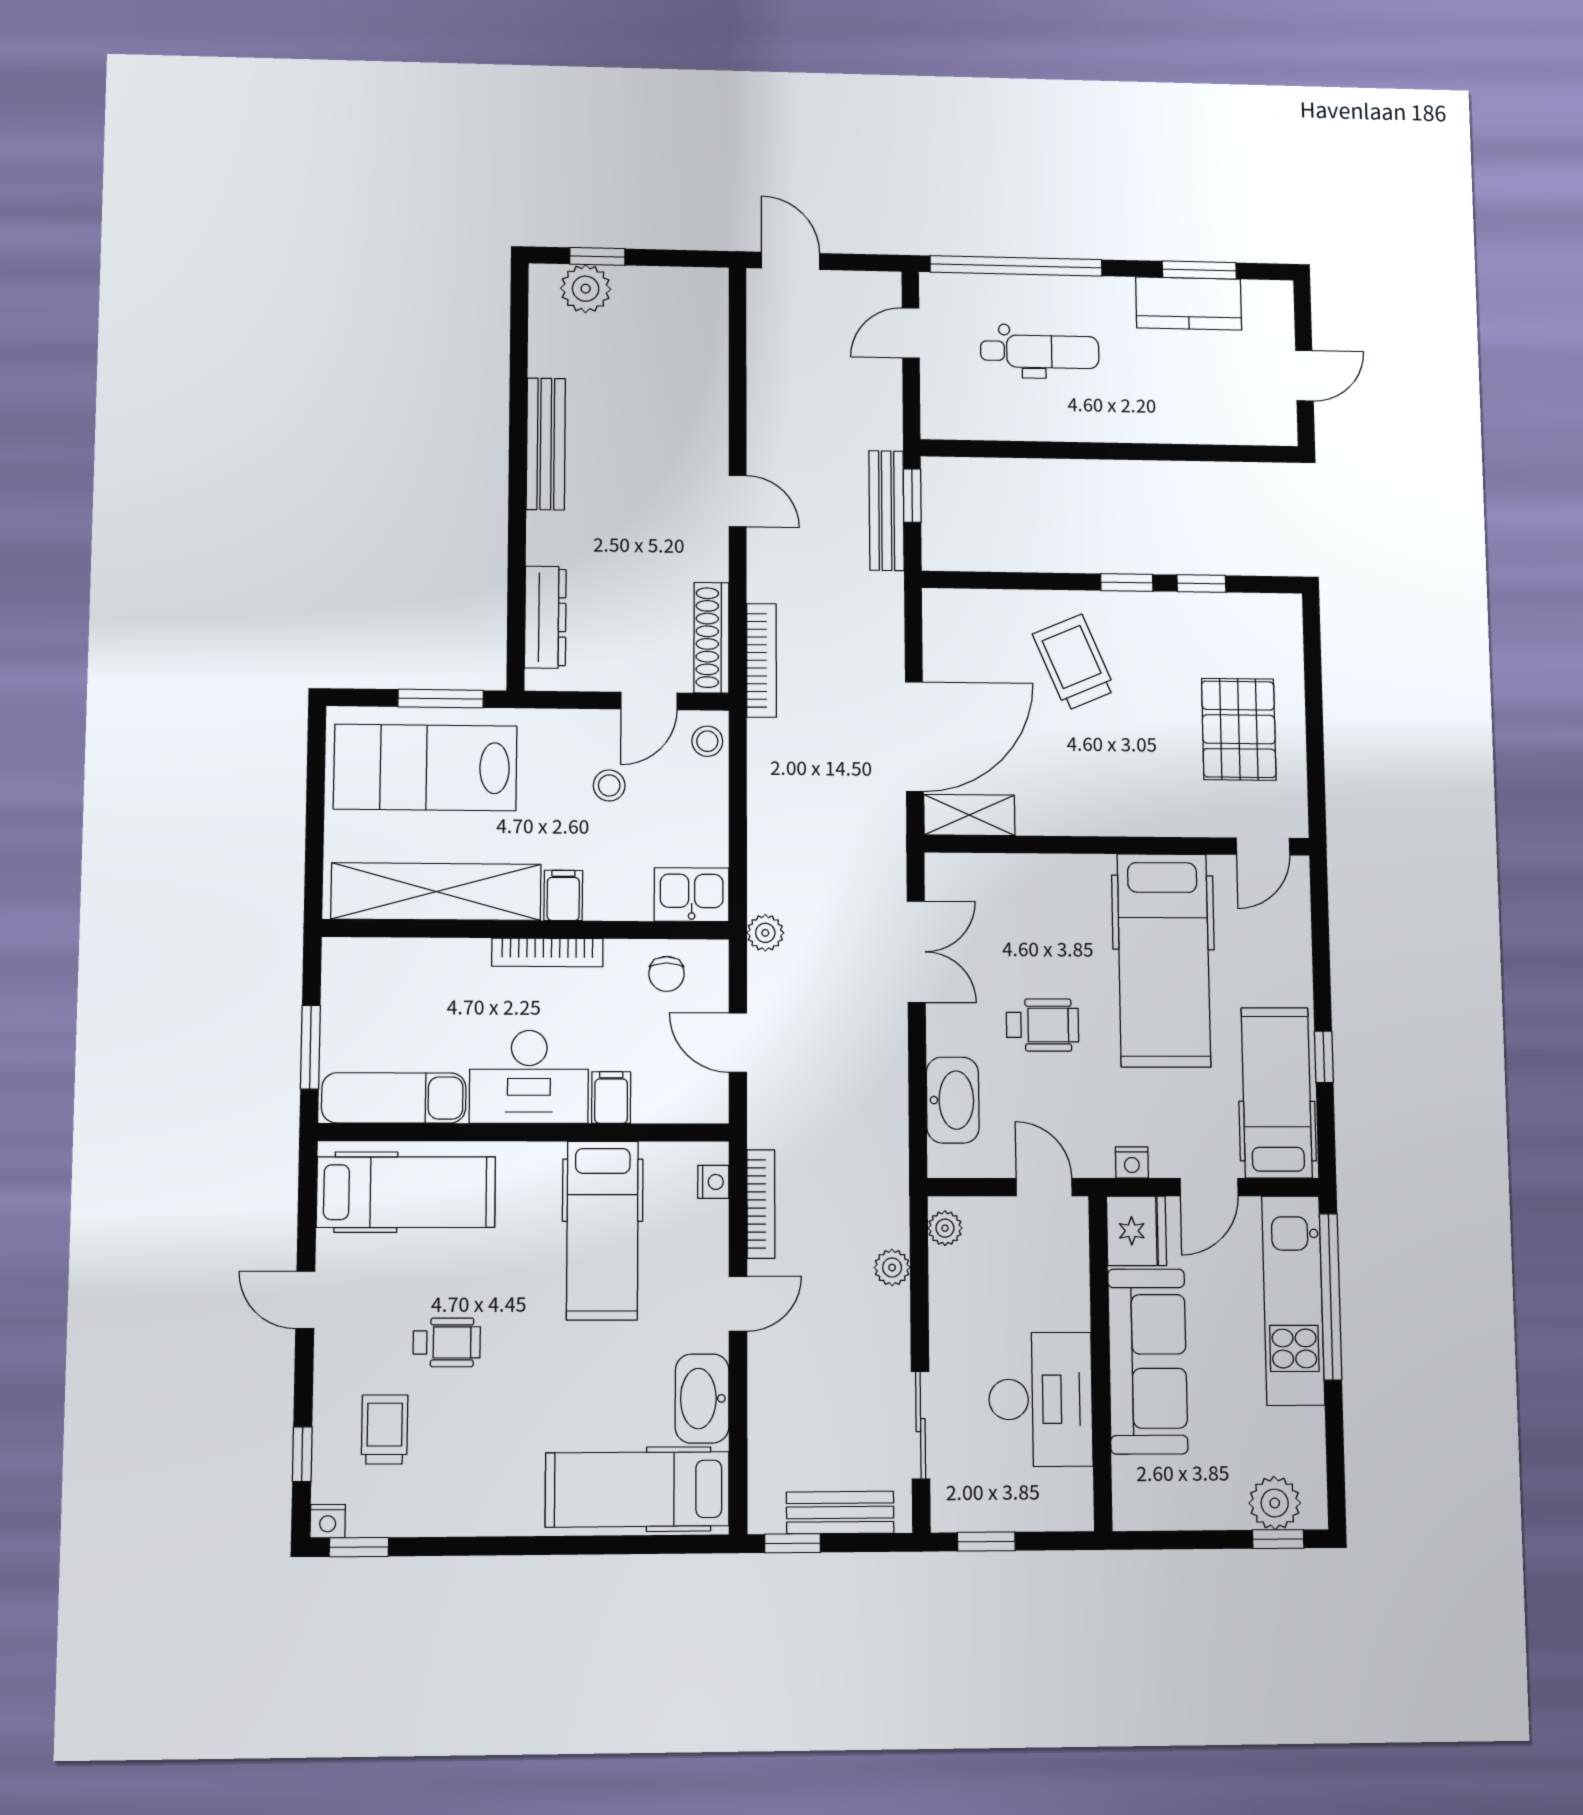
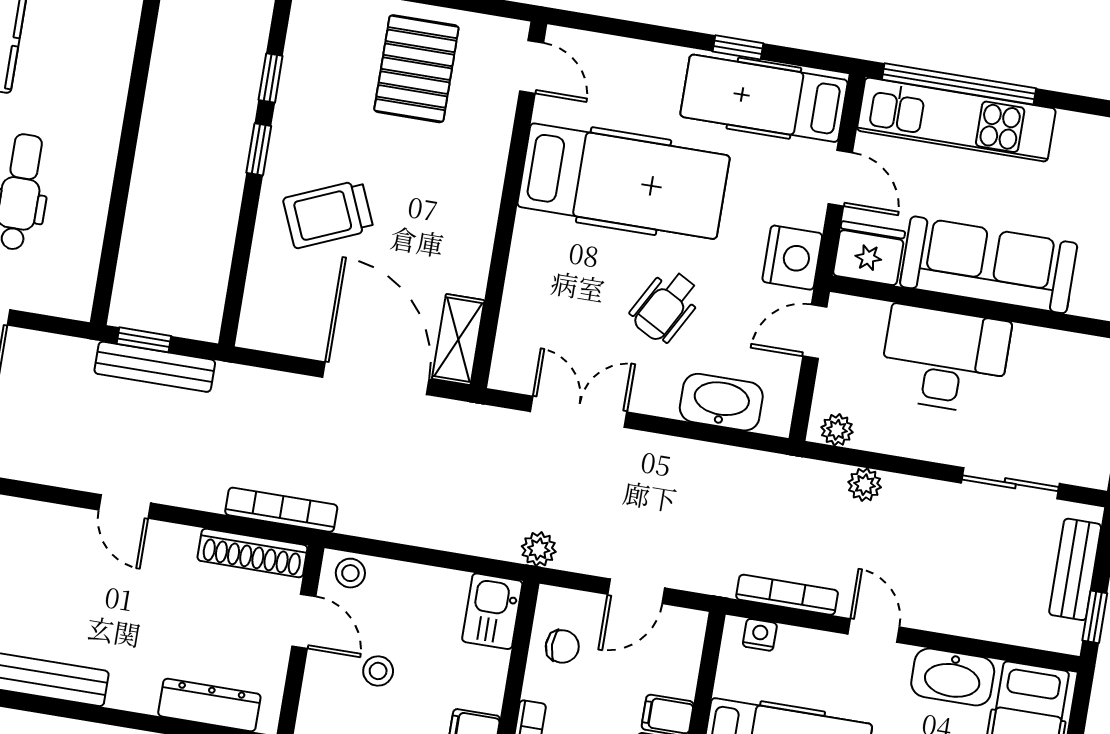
door: (738, 501) -> (125, 507), swing flipped
pallet: (1239, 729) -> (416, 69), turned 90
wheelchair: (1043, 1025) -> (666, 306), turned -151
nightstand: (1132, 1162) -> (792, 258), width x1.89, depth x1.79
desk: (1041, 1399) -> (945, 359), moved

